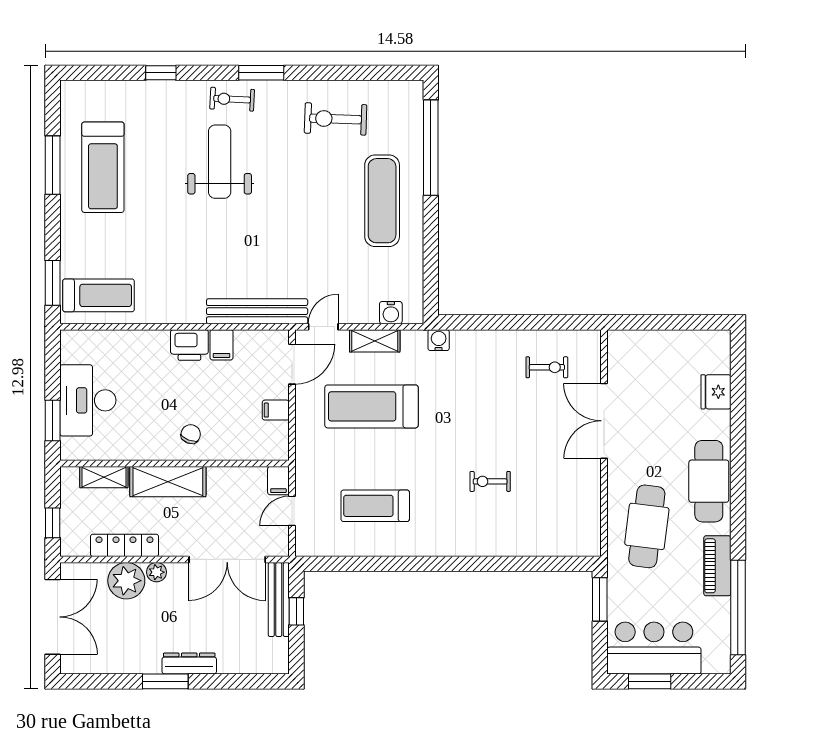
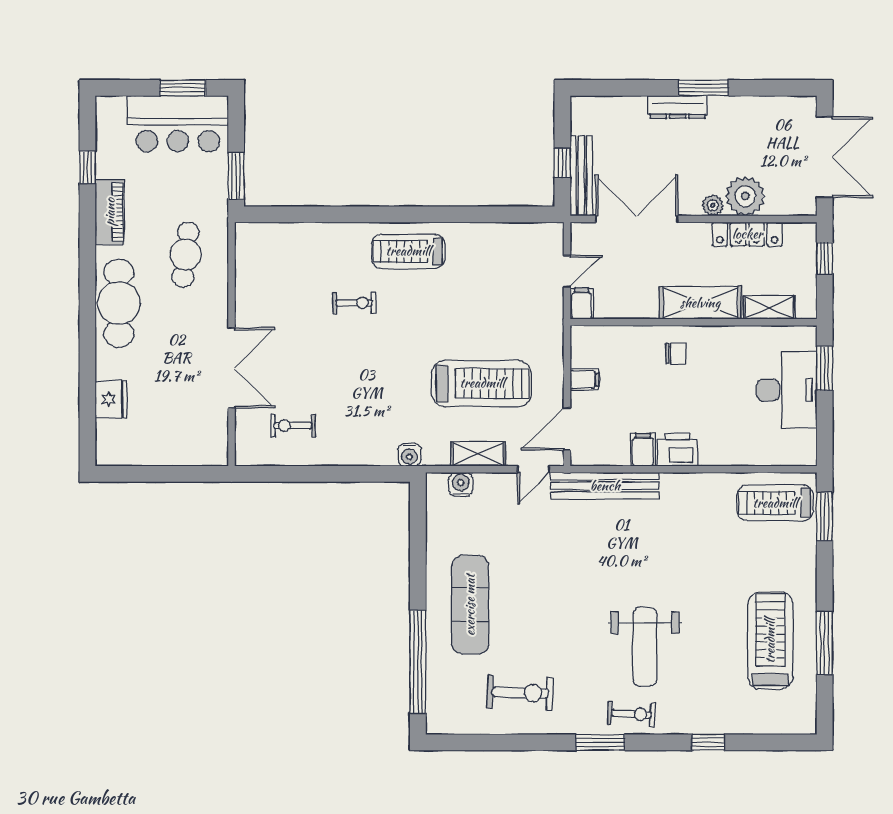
chair: (191, 434) -> (676, 354), turned -112
treadmill: (375, 506) -> (408, 251), moved, turned 180
cafe table: (647, 526) -> (185, 254), width x0.73, depth x0.74
window: (738, 607) -> (87, 167), width x0.32
double door: (53, 617) -> (825, 157), swing flipped

